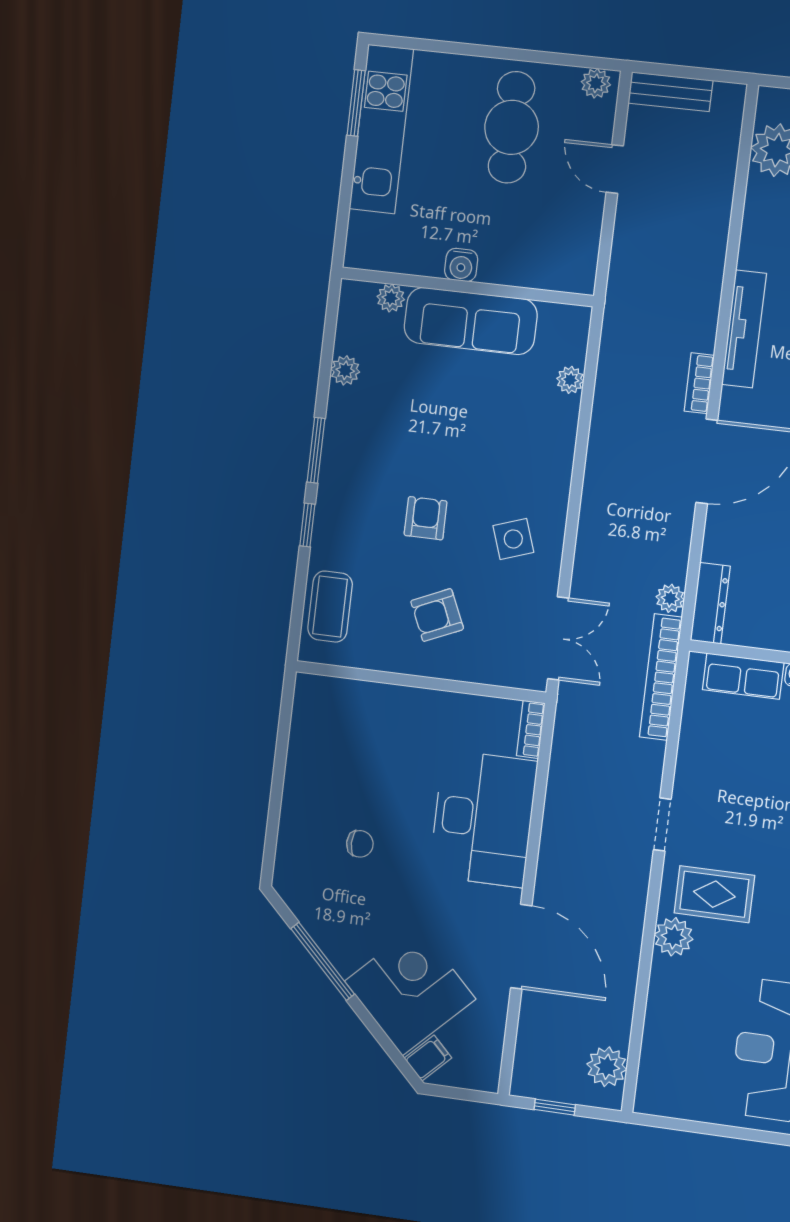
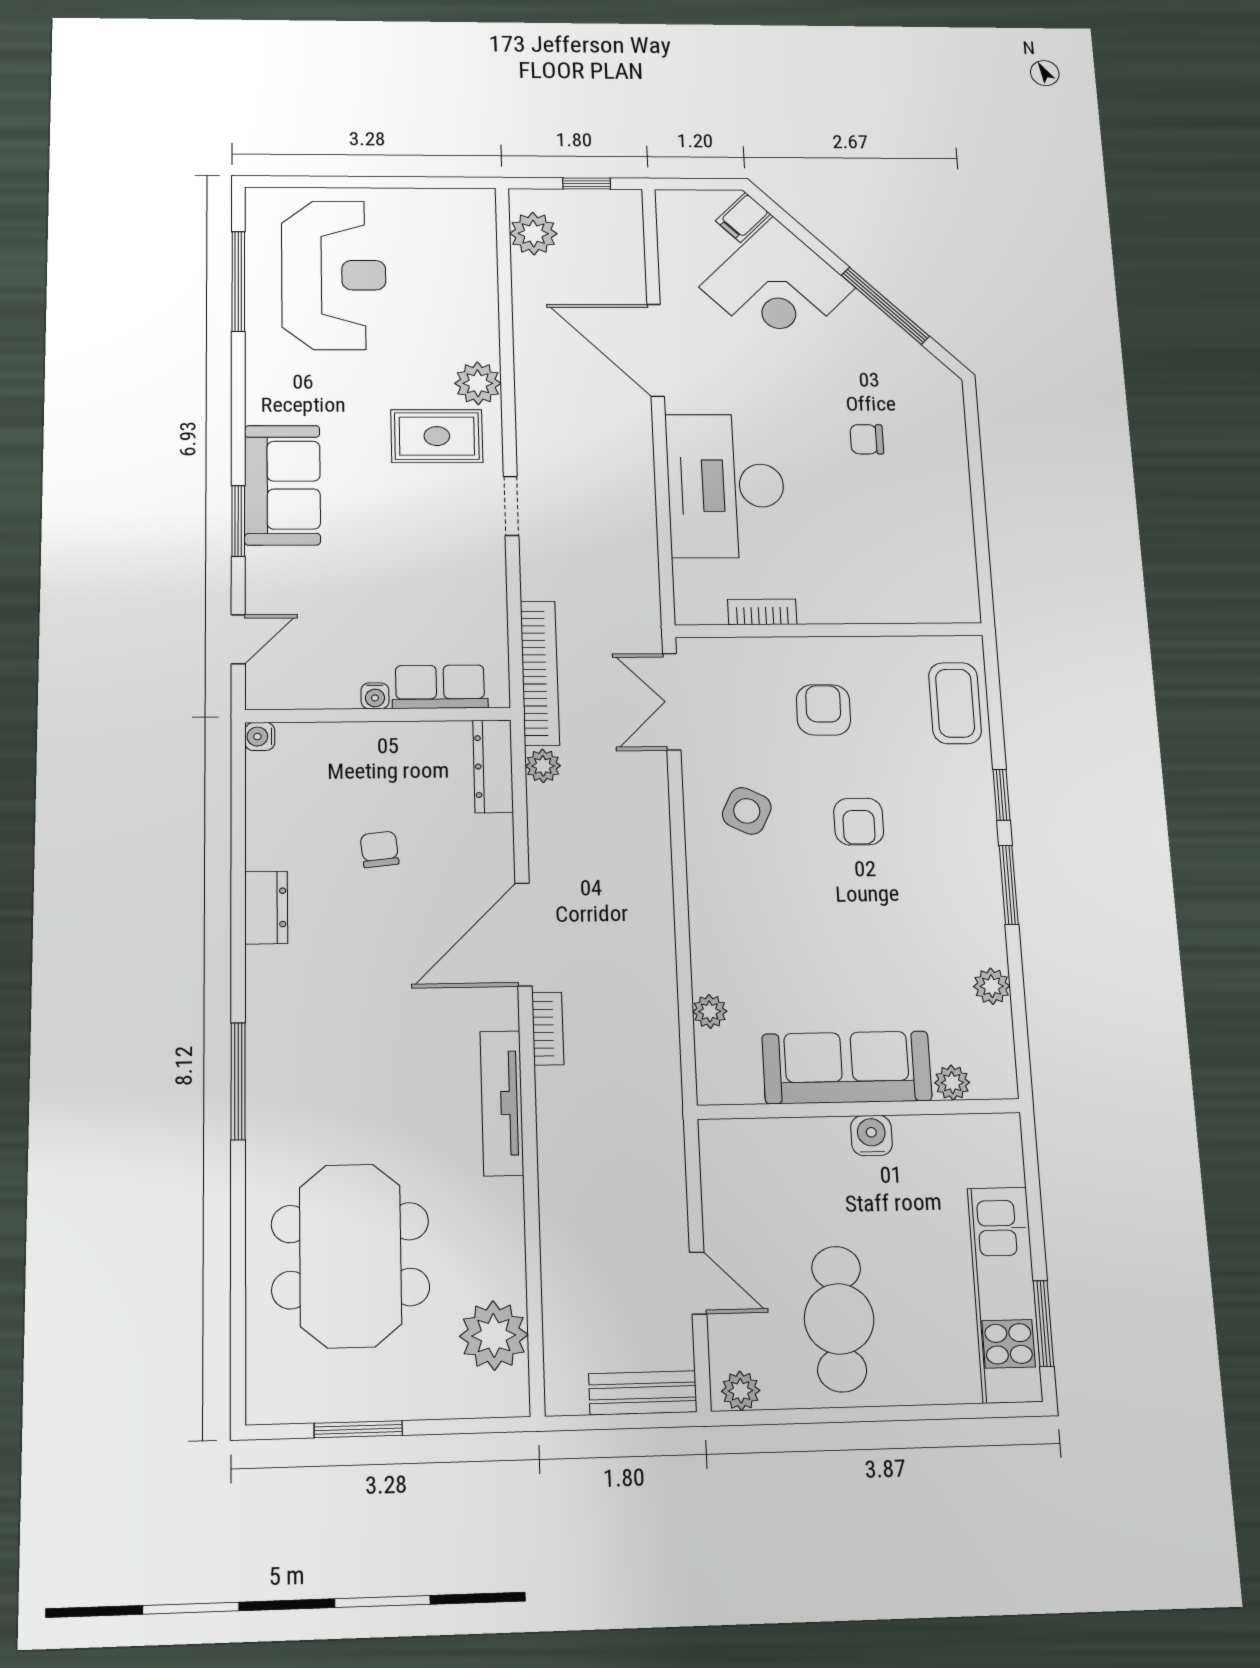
side table: (513, 539) -> (747, 811), turned 45
armchair: (437, 615) -> (823, 710), turned -65
bookcase: (531, 729) -> (762, 612), moved, turned -90

